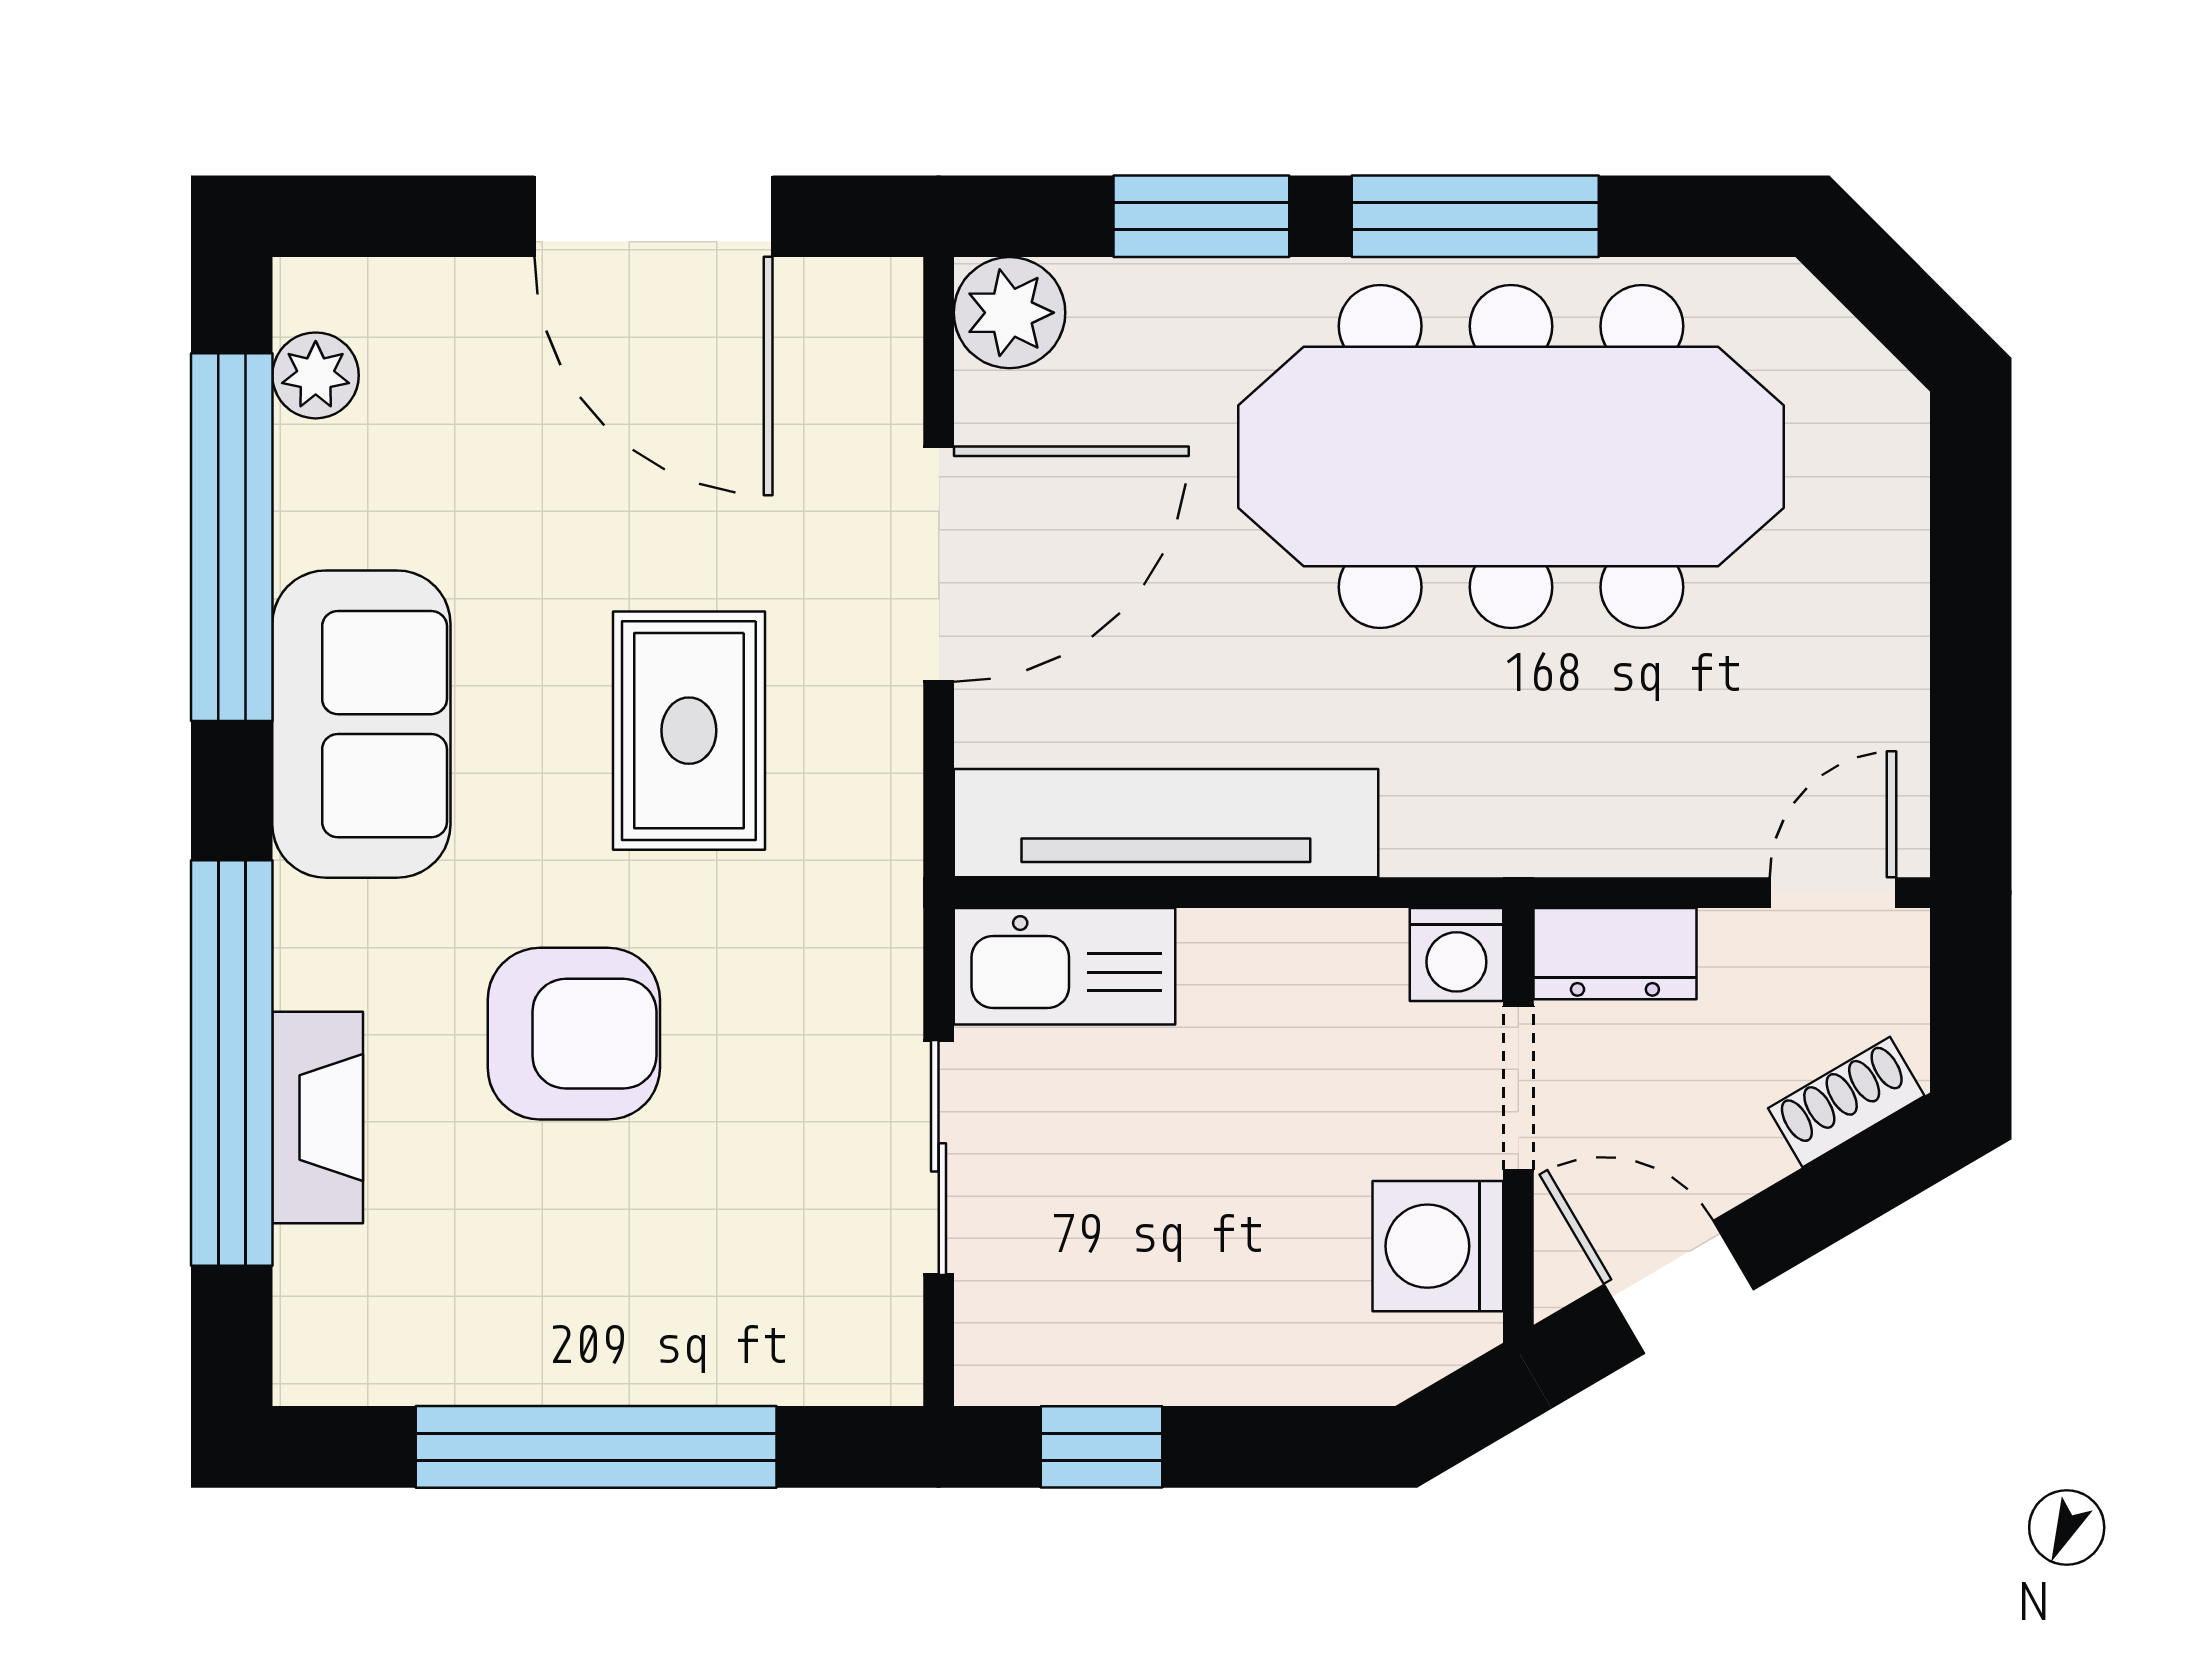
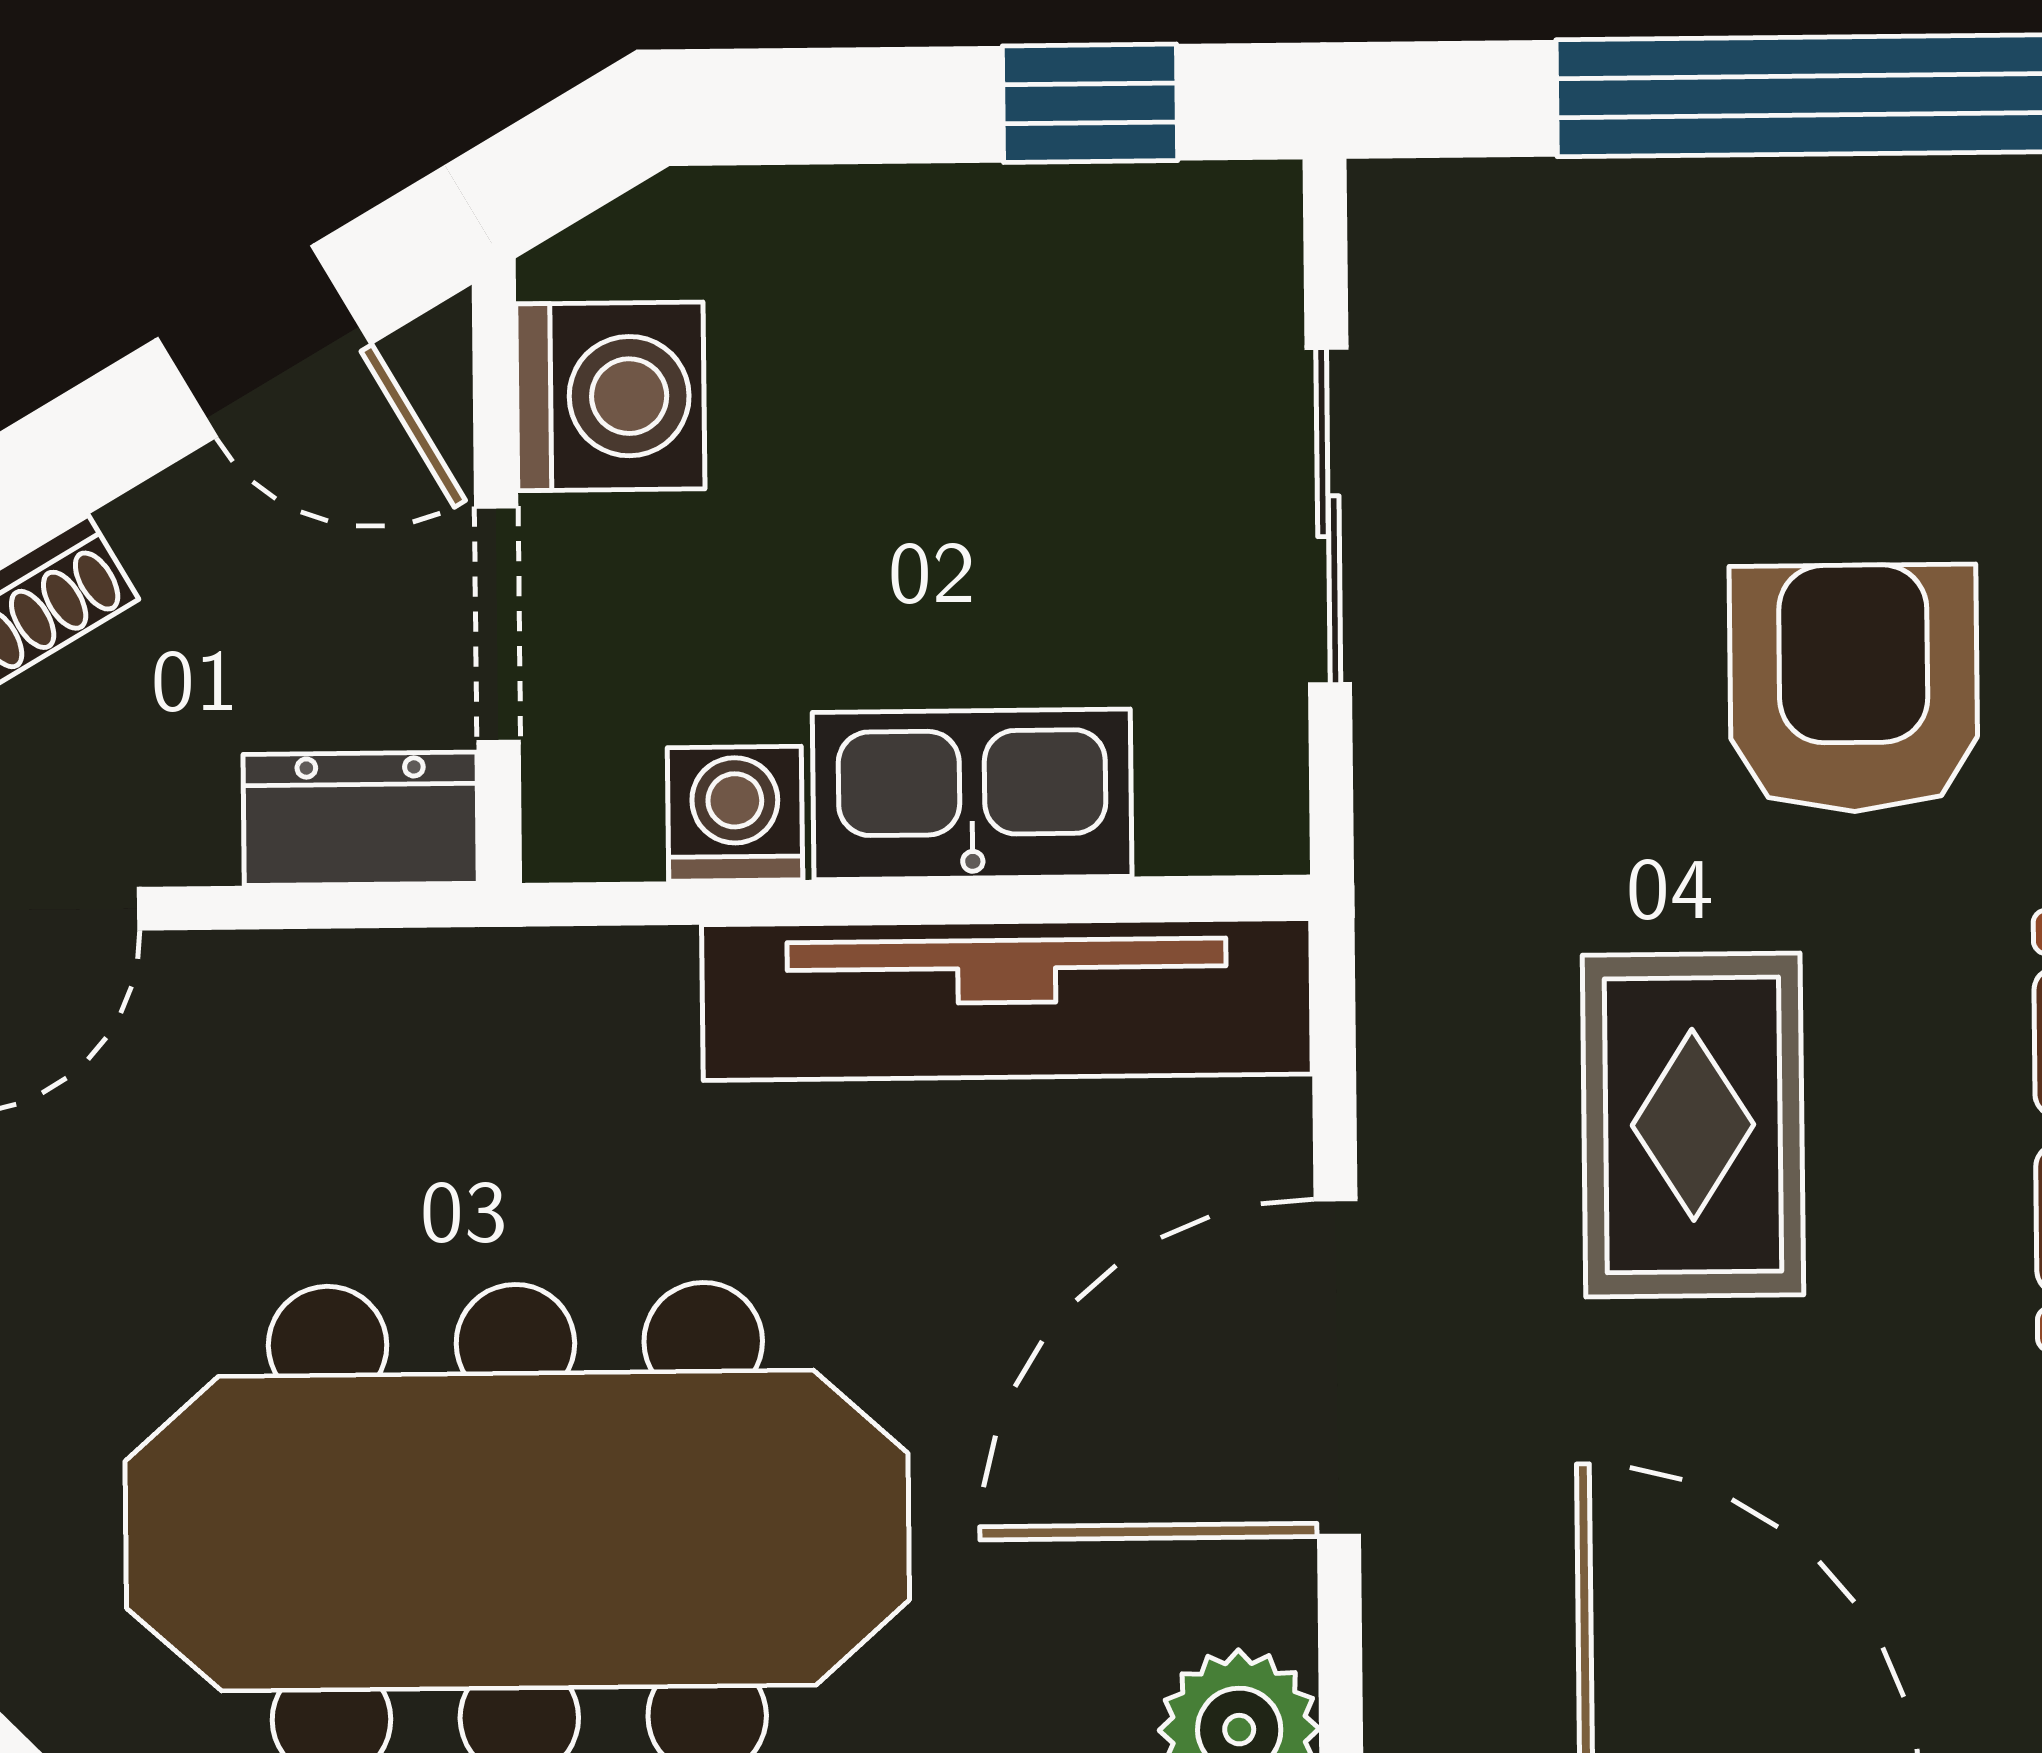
washing machine: (1456, 954) -> (735, 814), moved
kitchen sink: (1064, 966) -> (972, 794), moved
armchair: (574, 1034) -> (1854, 688), turned 90

